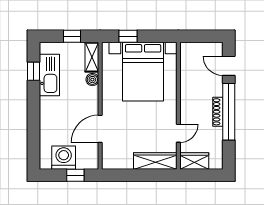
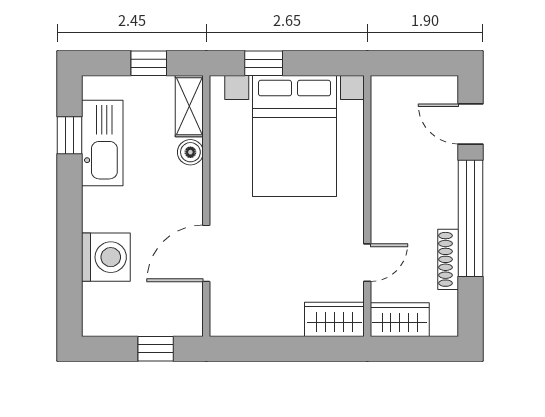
shoe rack: (218, 112) -> (448, 259), moved
washing machine: (64, 158) -> (106, 257), moved, turned 90
wardrobe: (155, 161) -> (334, 319), width x0.67

